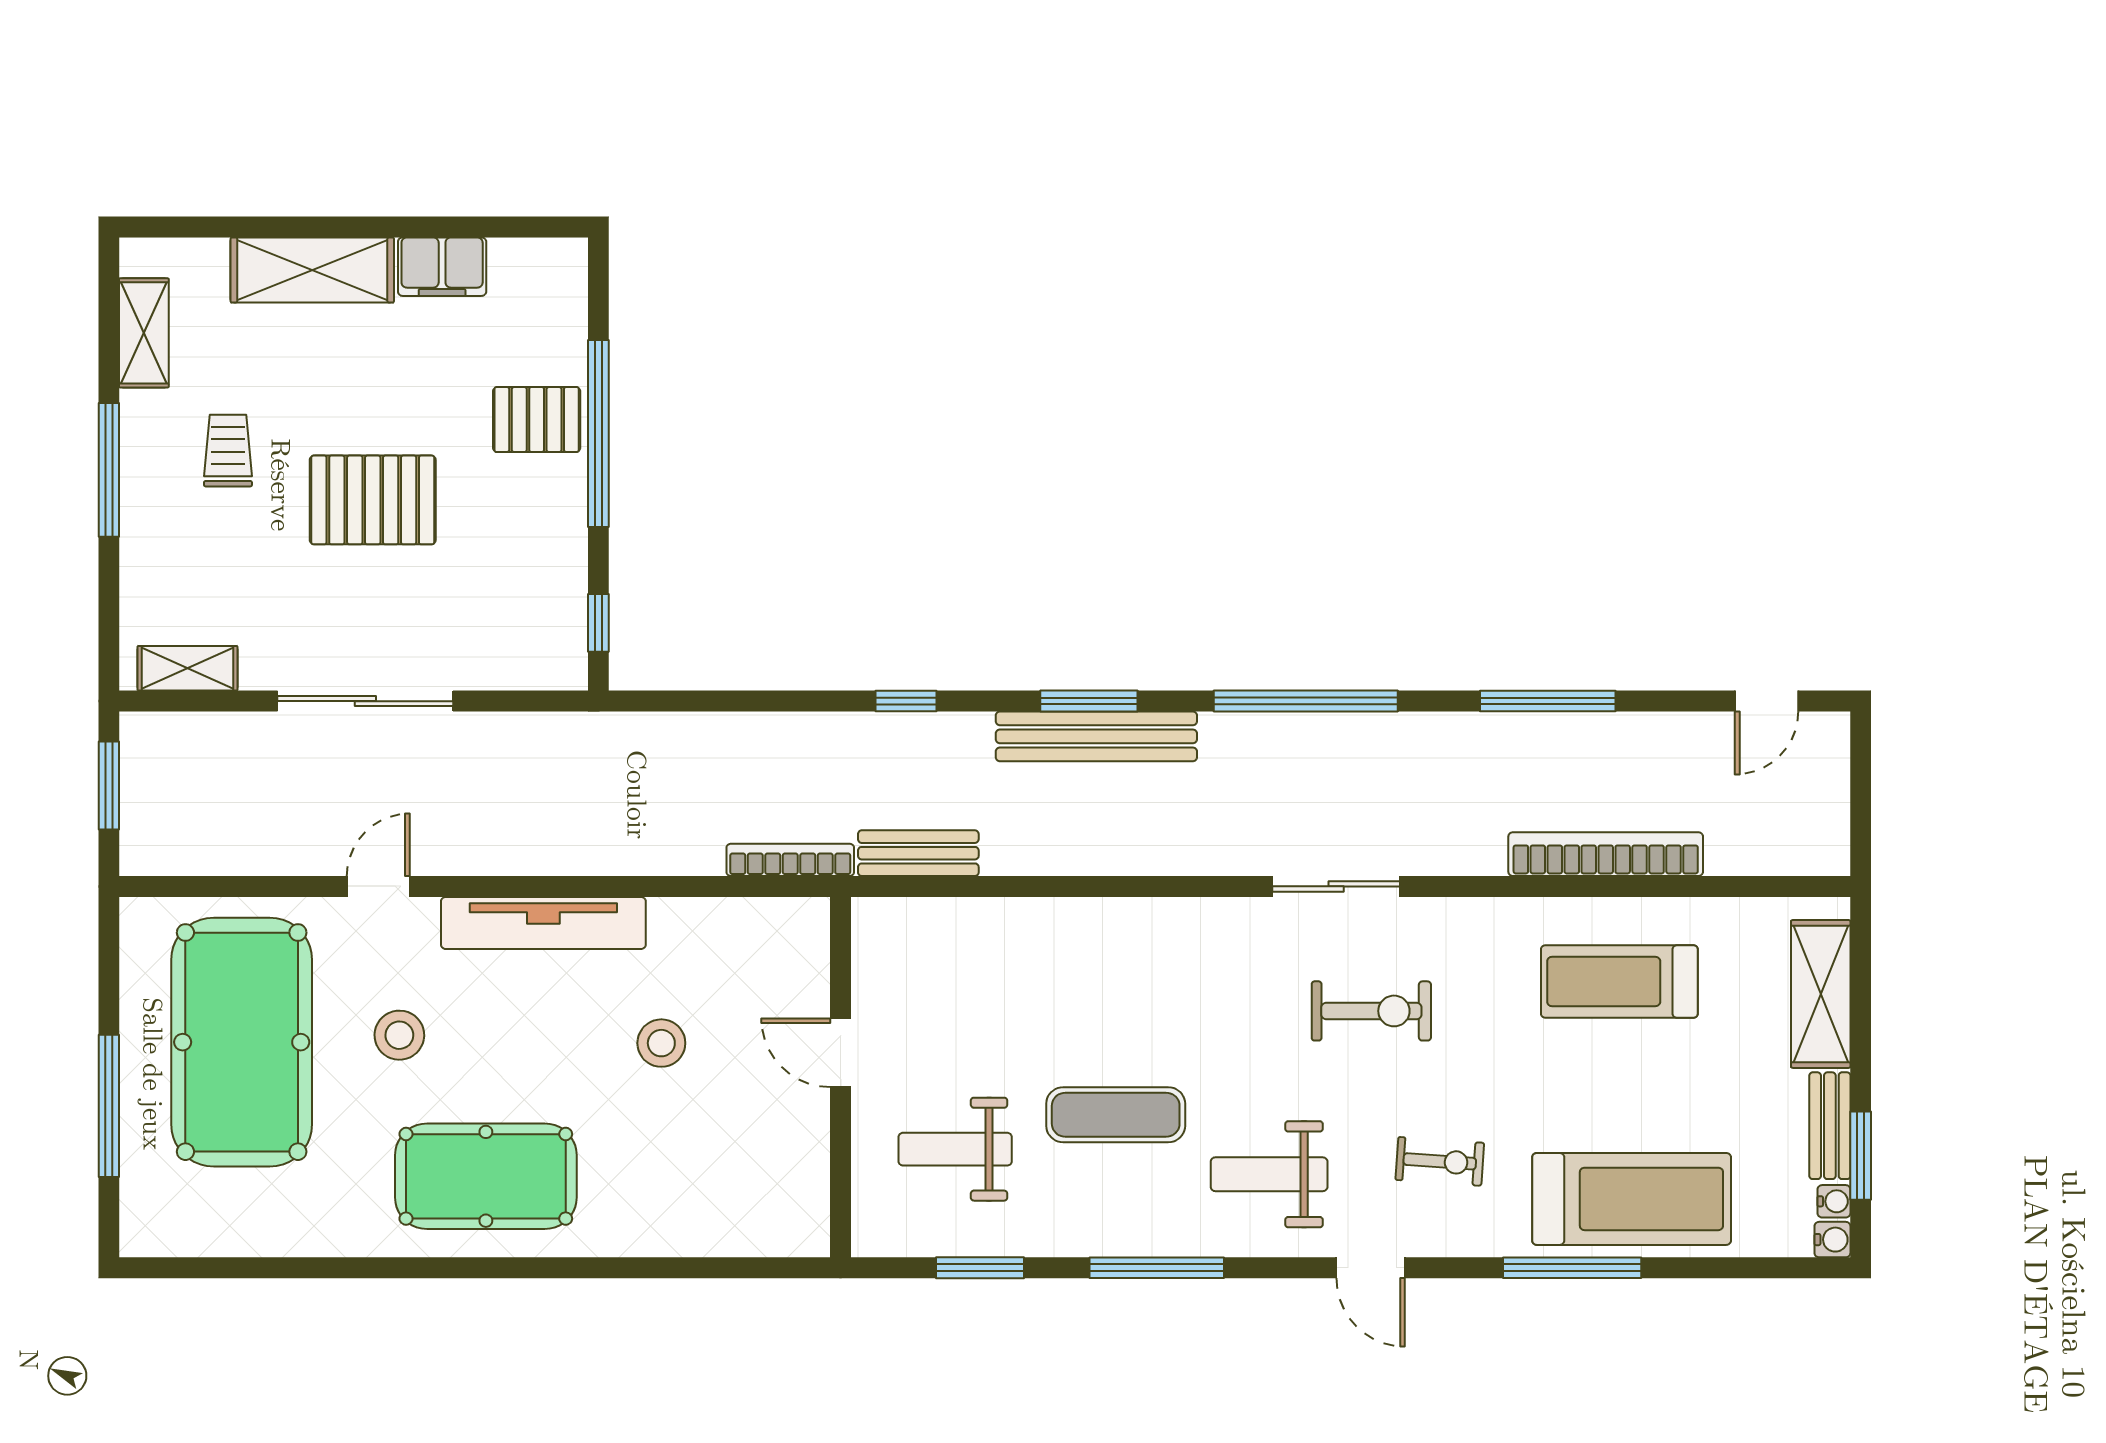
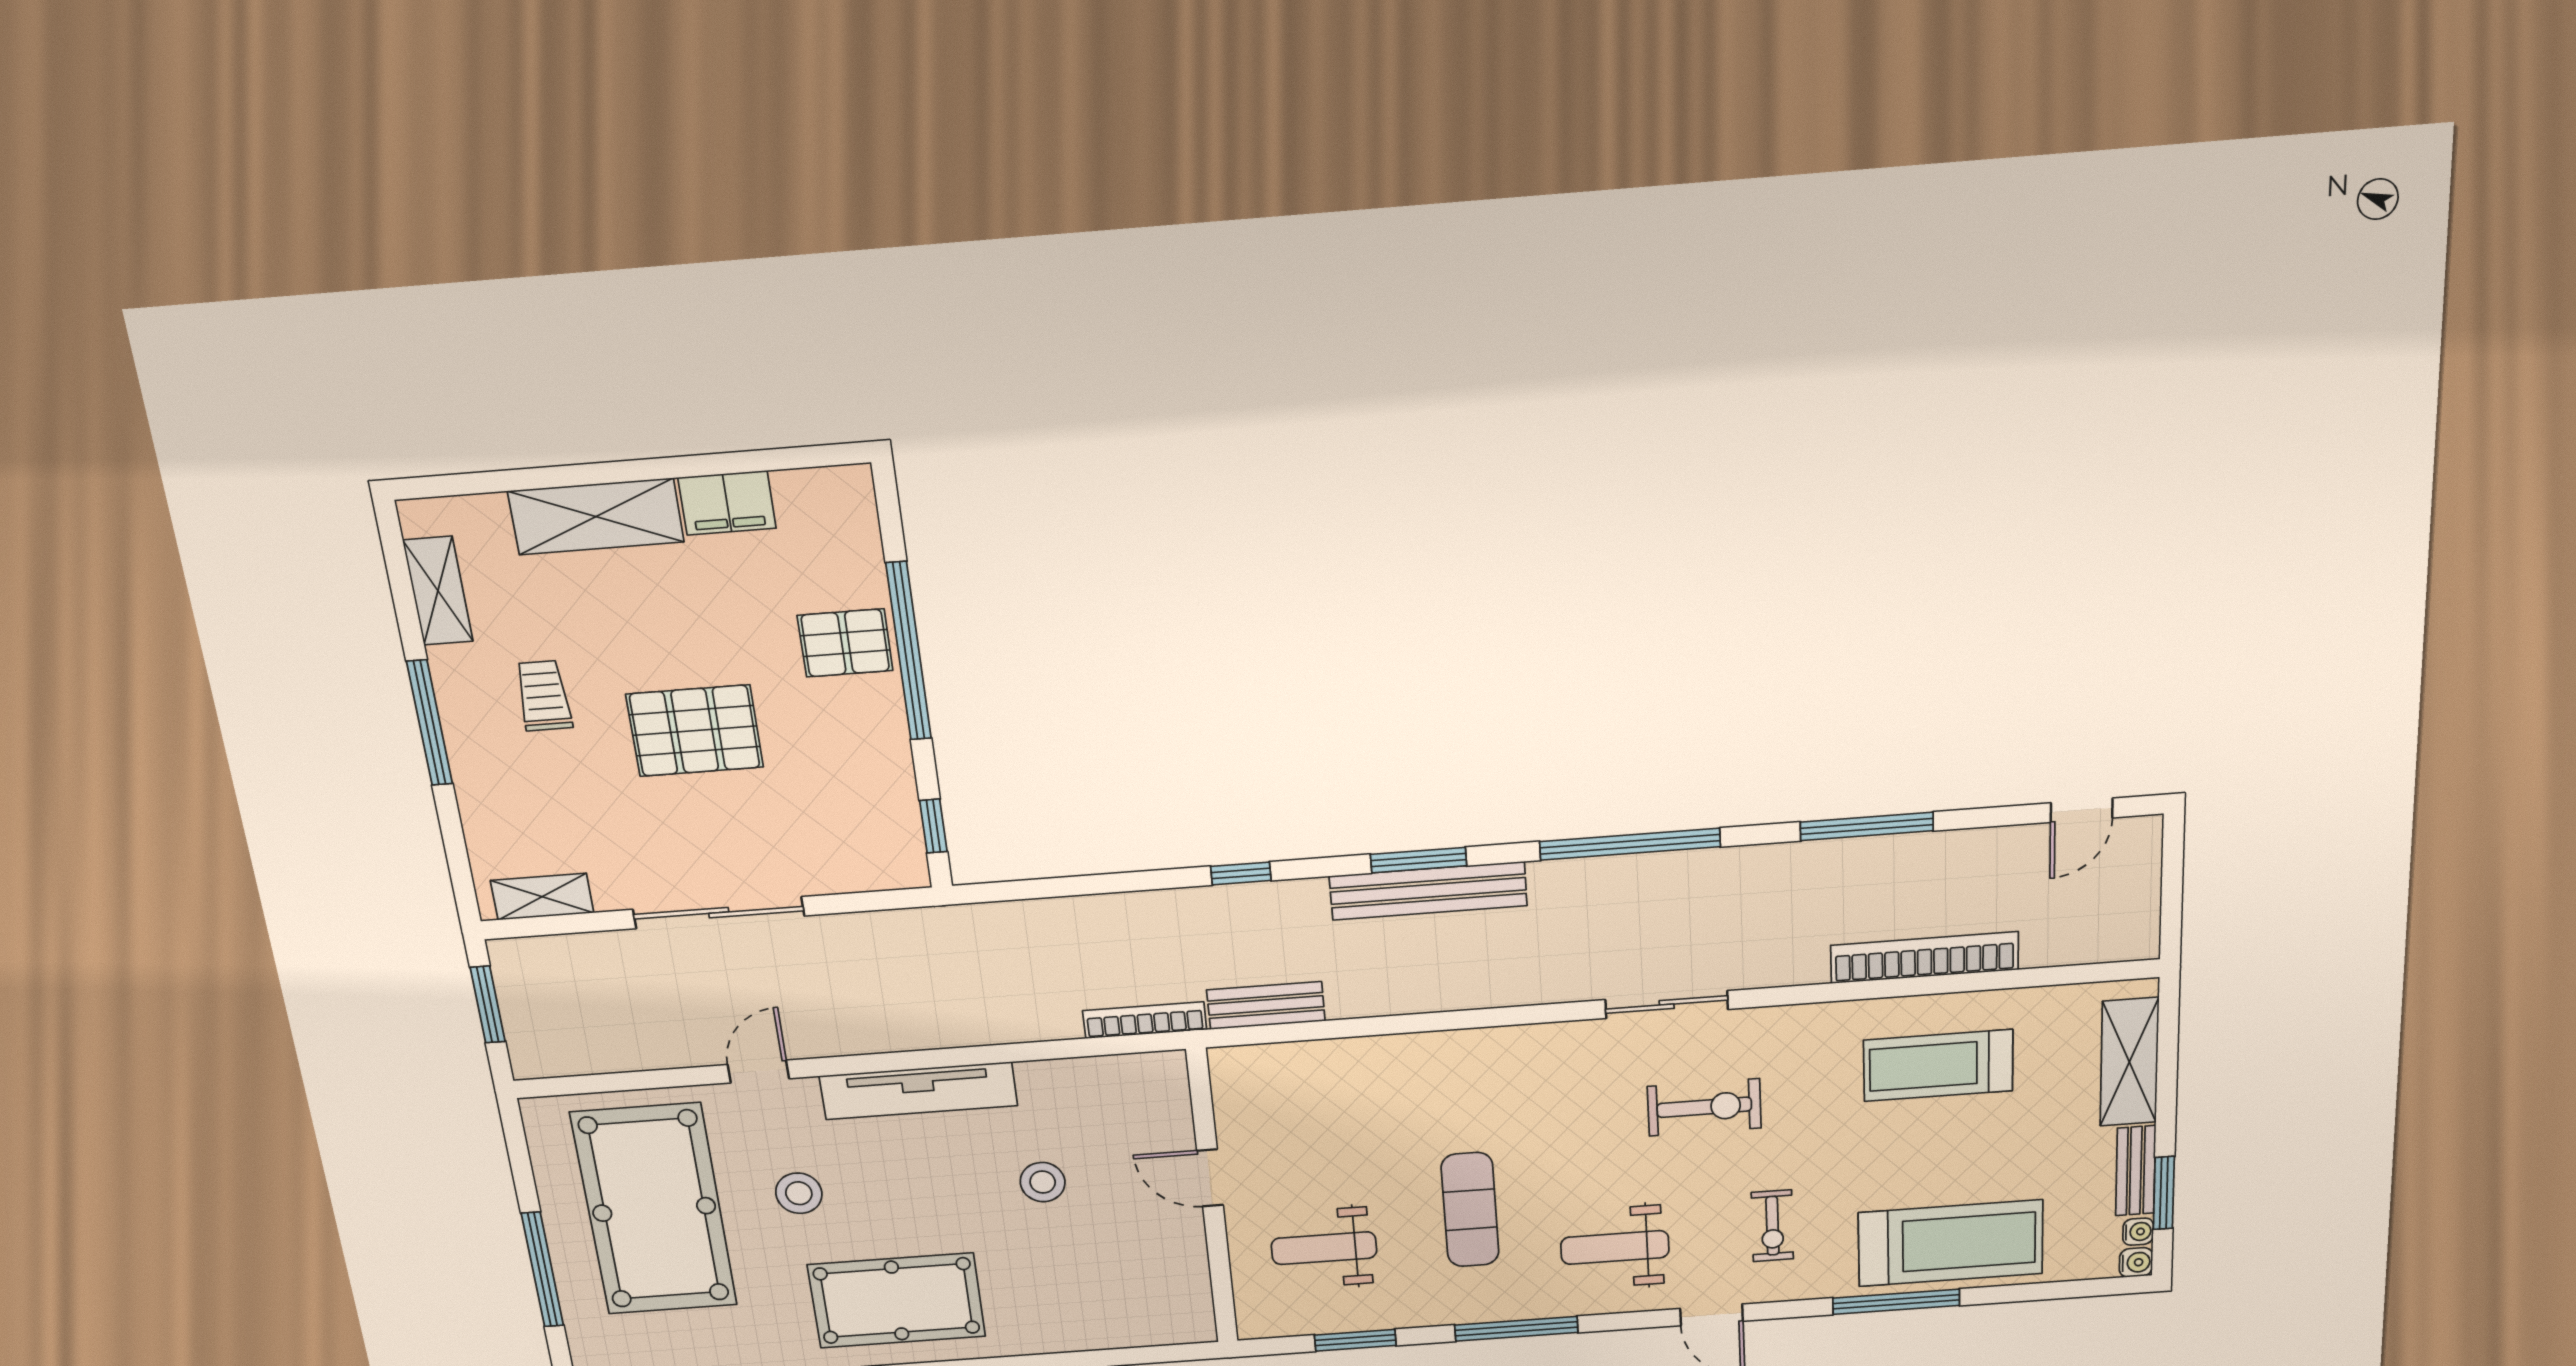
exercise mat: (1116, 1115) -> (1470, 1210), turned 90
exercise bike: (1440, 1161) -> (1772, 1226), turned 86

